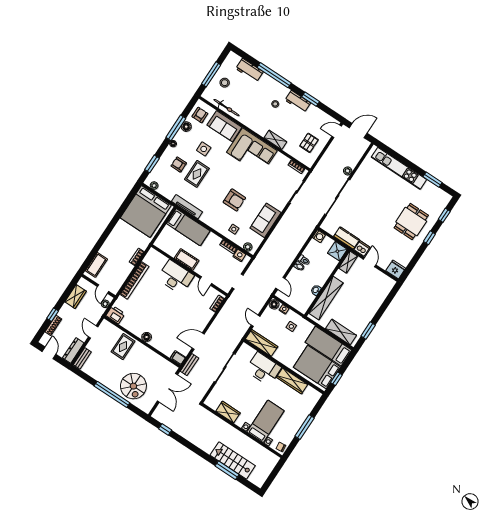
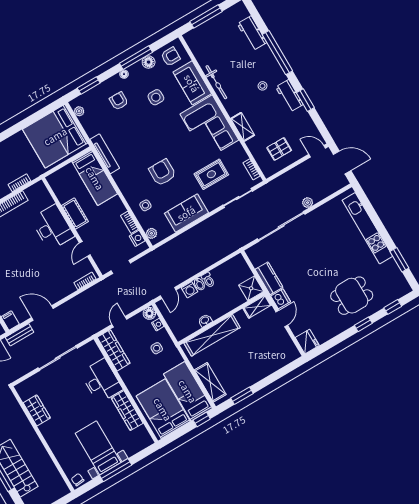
stool: (225, 83) -> (217, 33), removed
bicycle: (227, 108) -> (216, 82), moved
rug: (197, 174) -> (211, 174), moved
armchair: (234, 200) -> (162, 172), turned 180
washing machine: (319, 236) -> (190, 290), moved
window: (336, 379) -> (202, 419), moved
bed with nightstands: (266, 421) -> (98, 448), moved, turned -90

